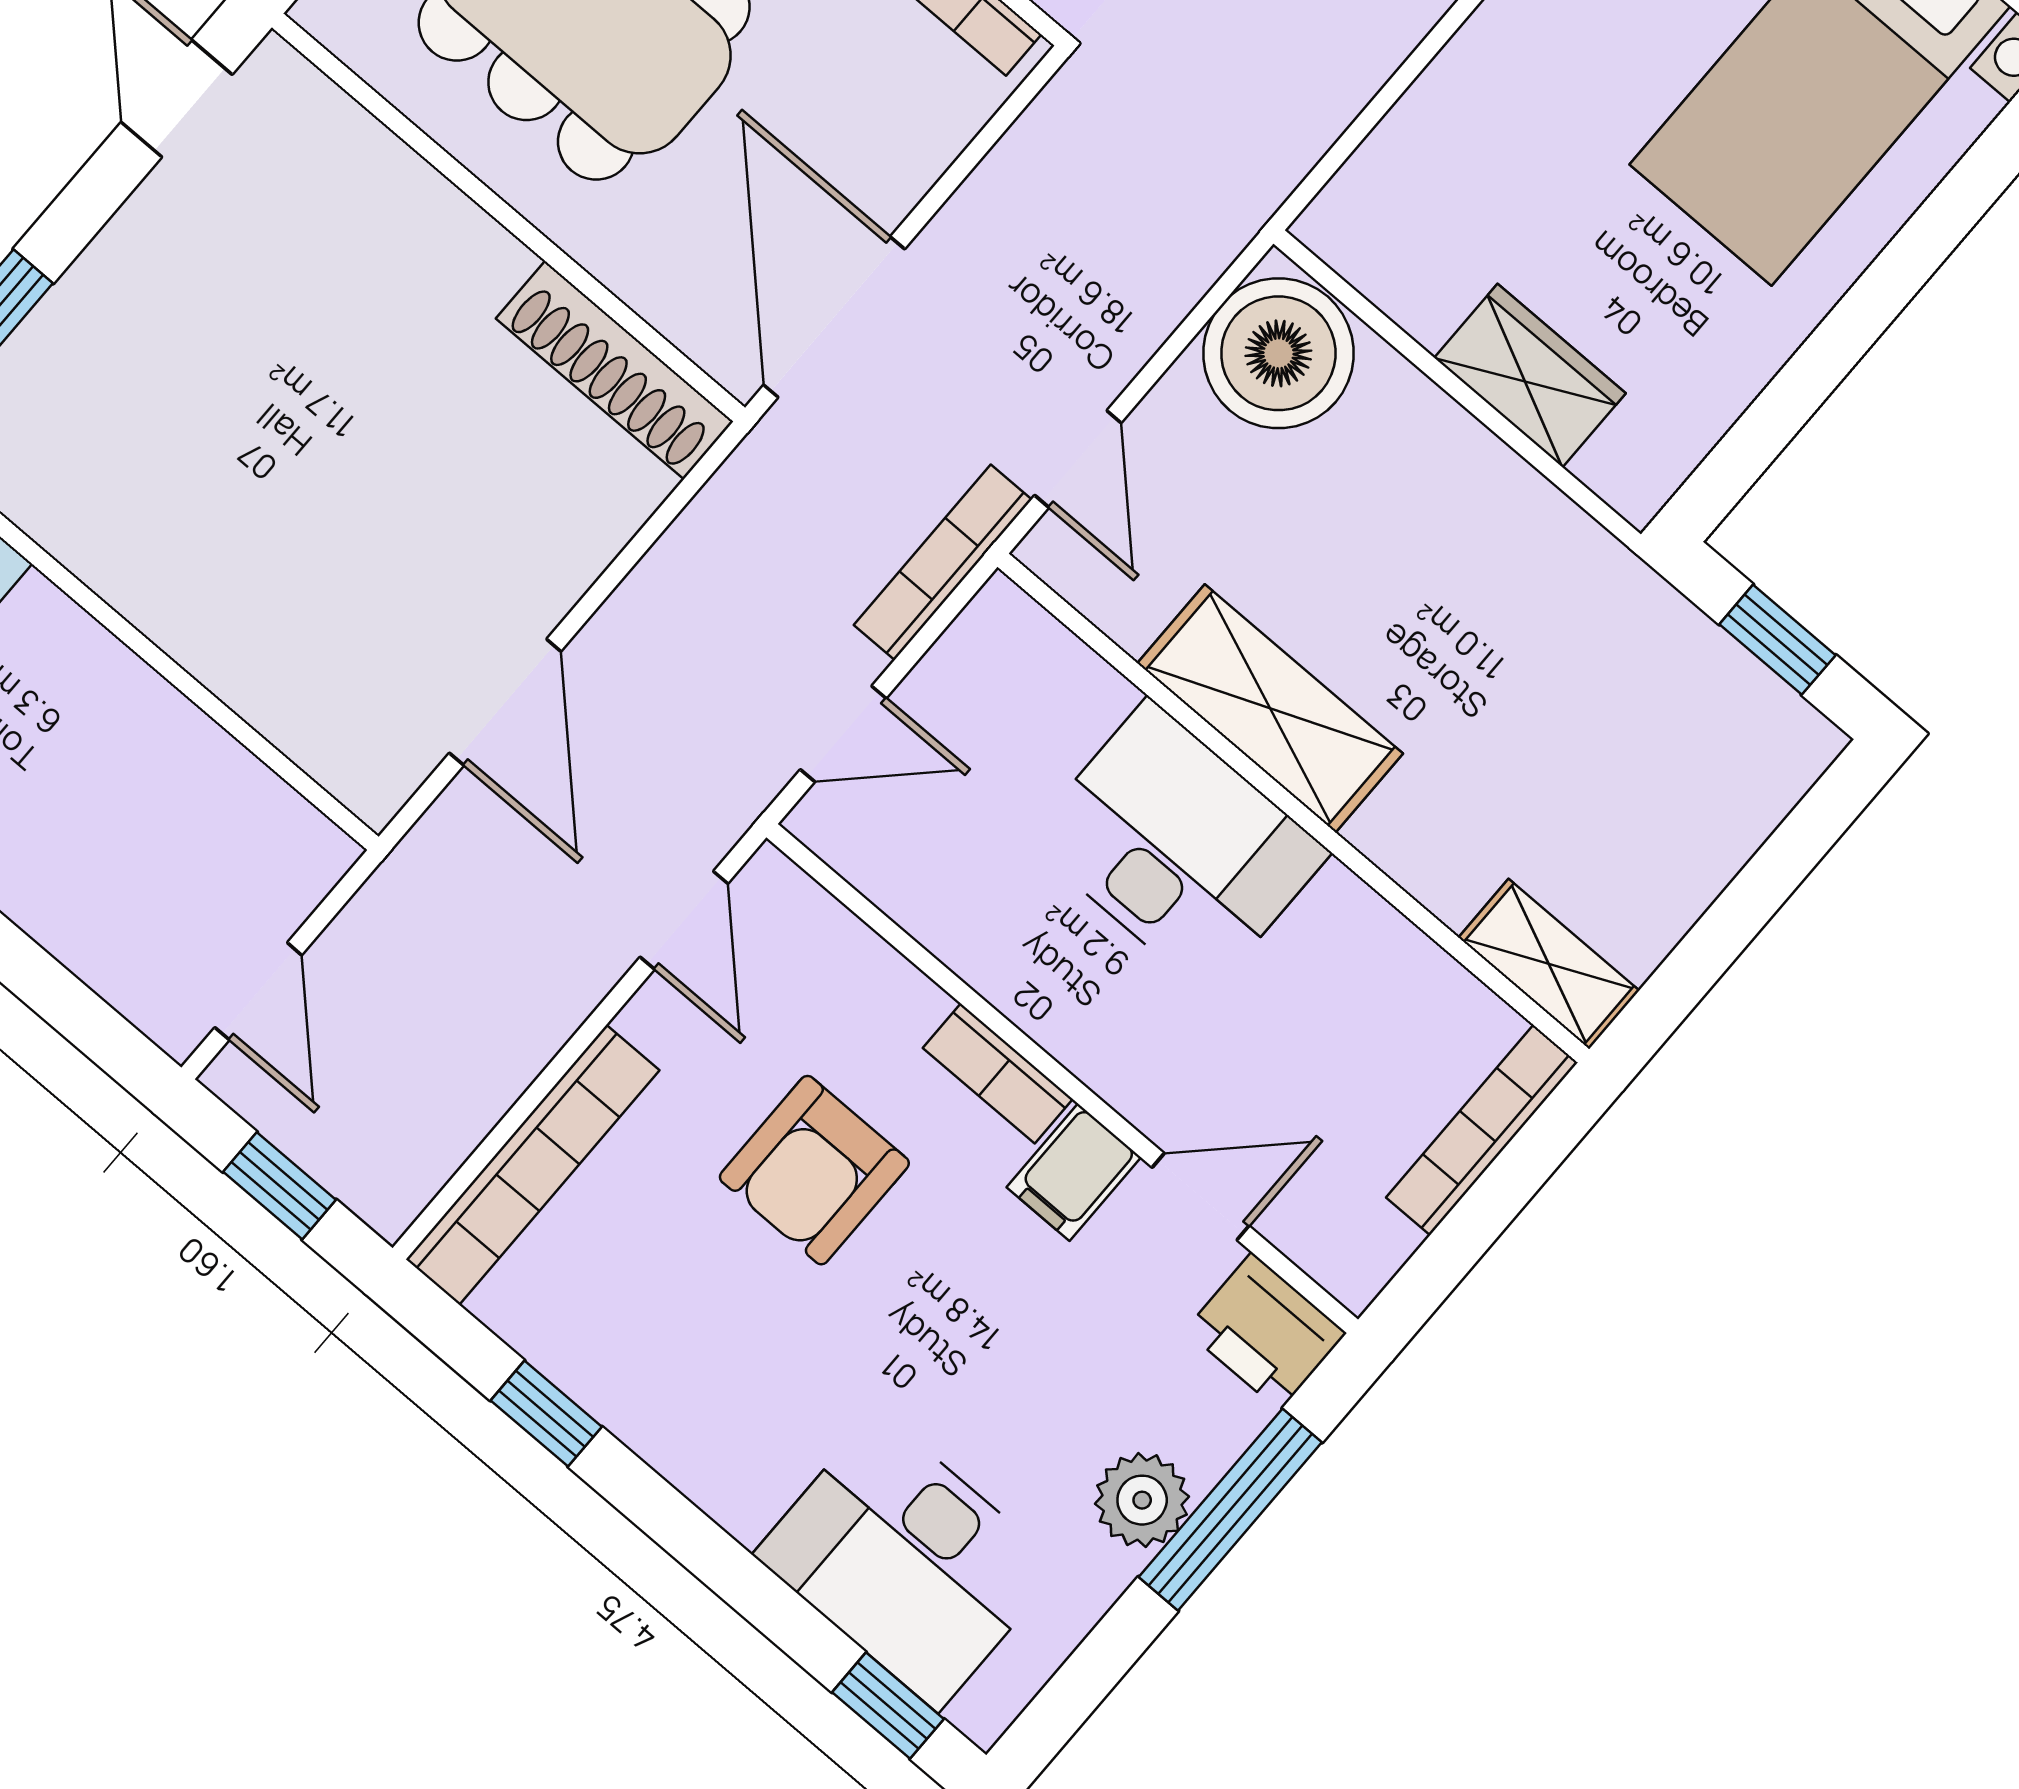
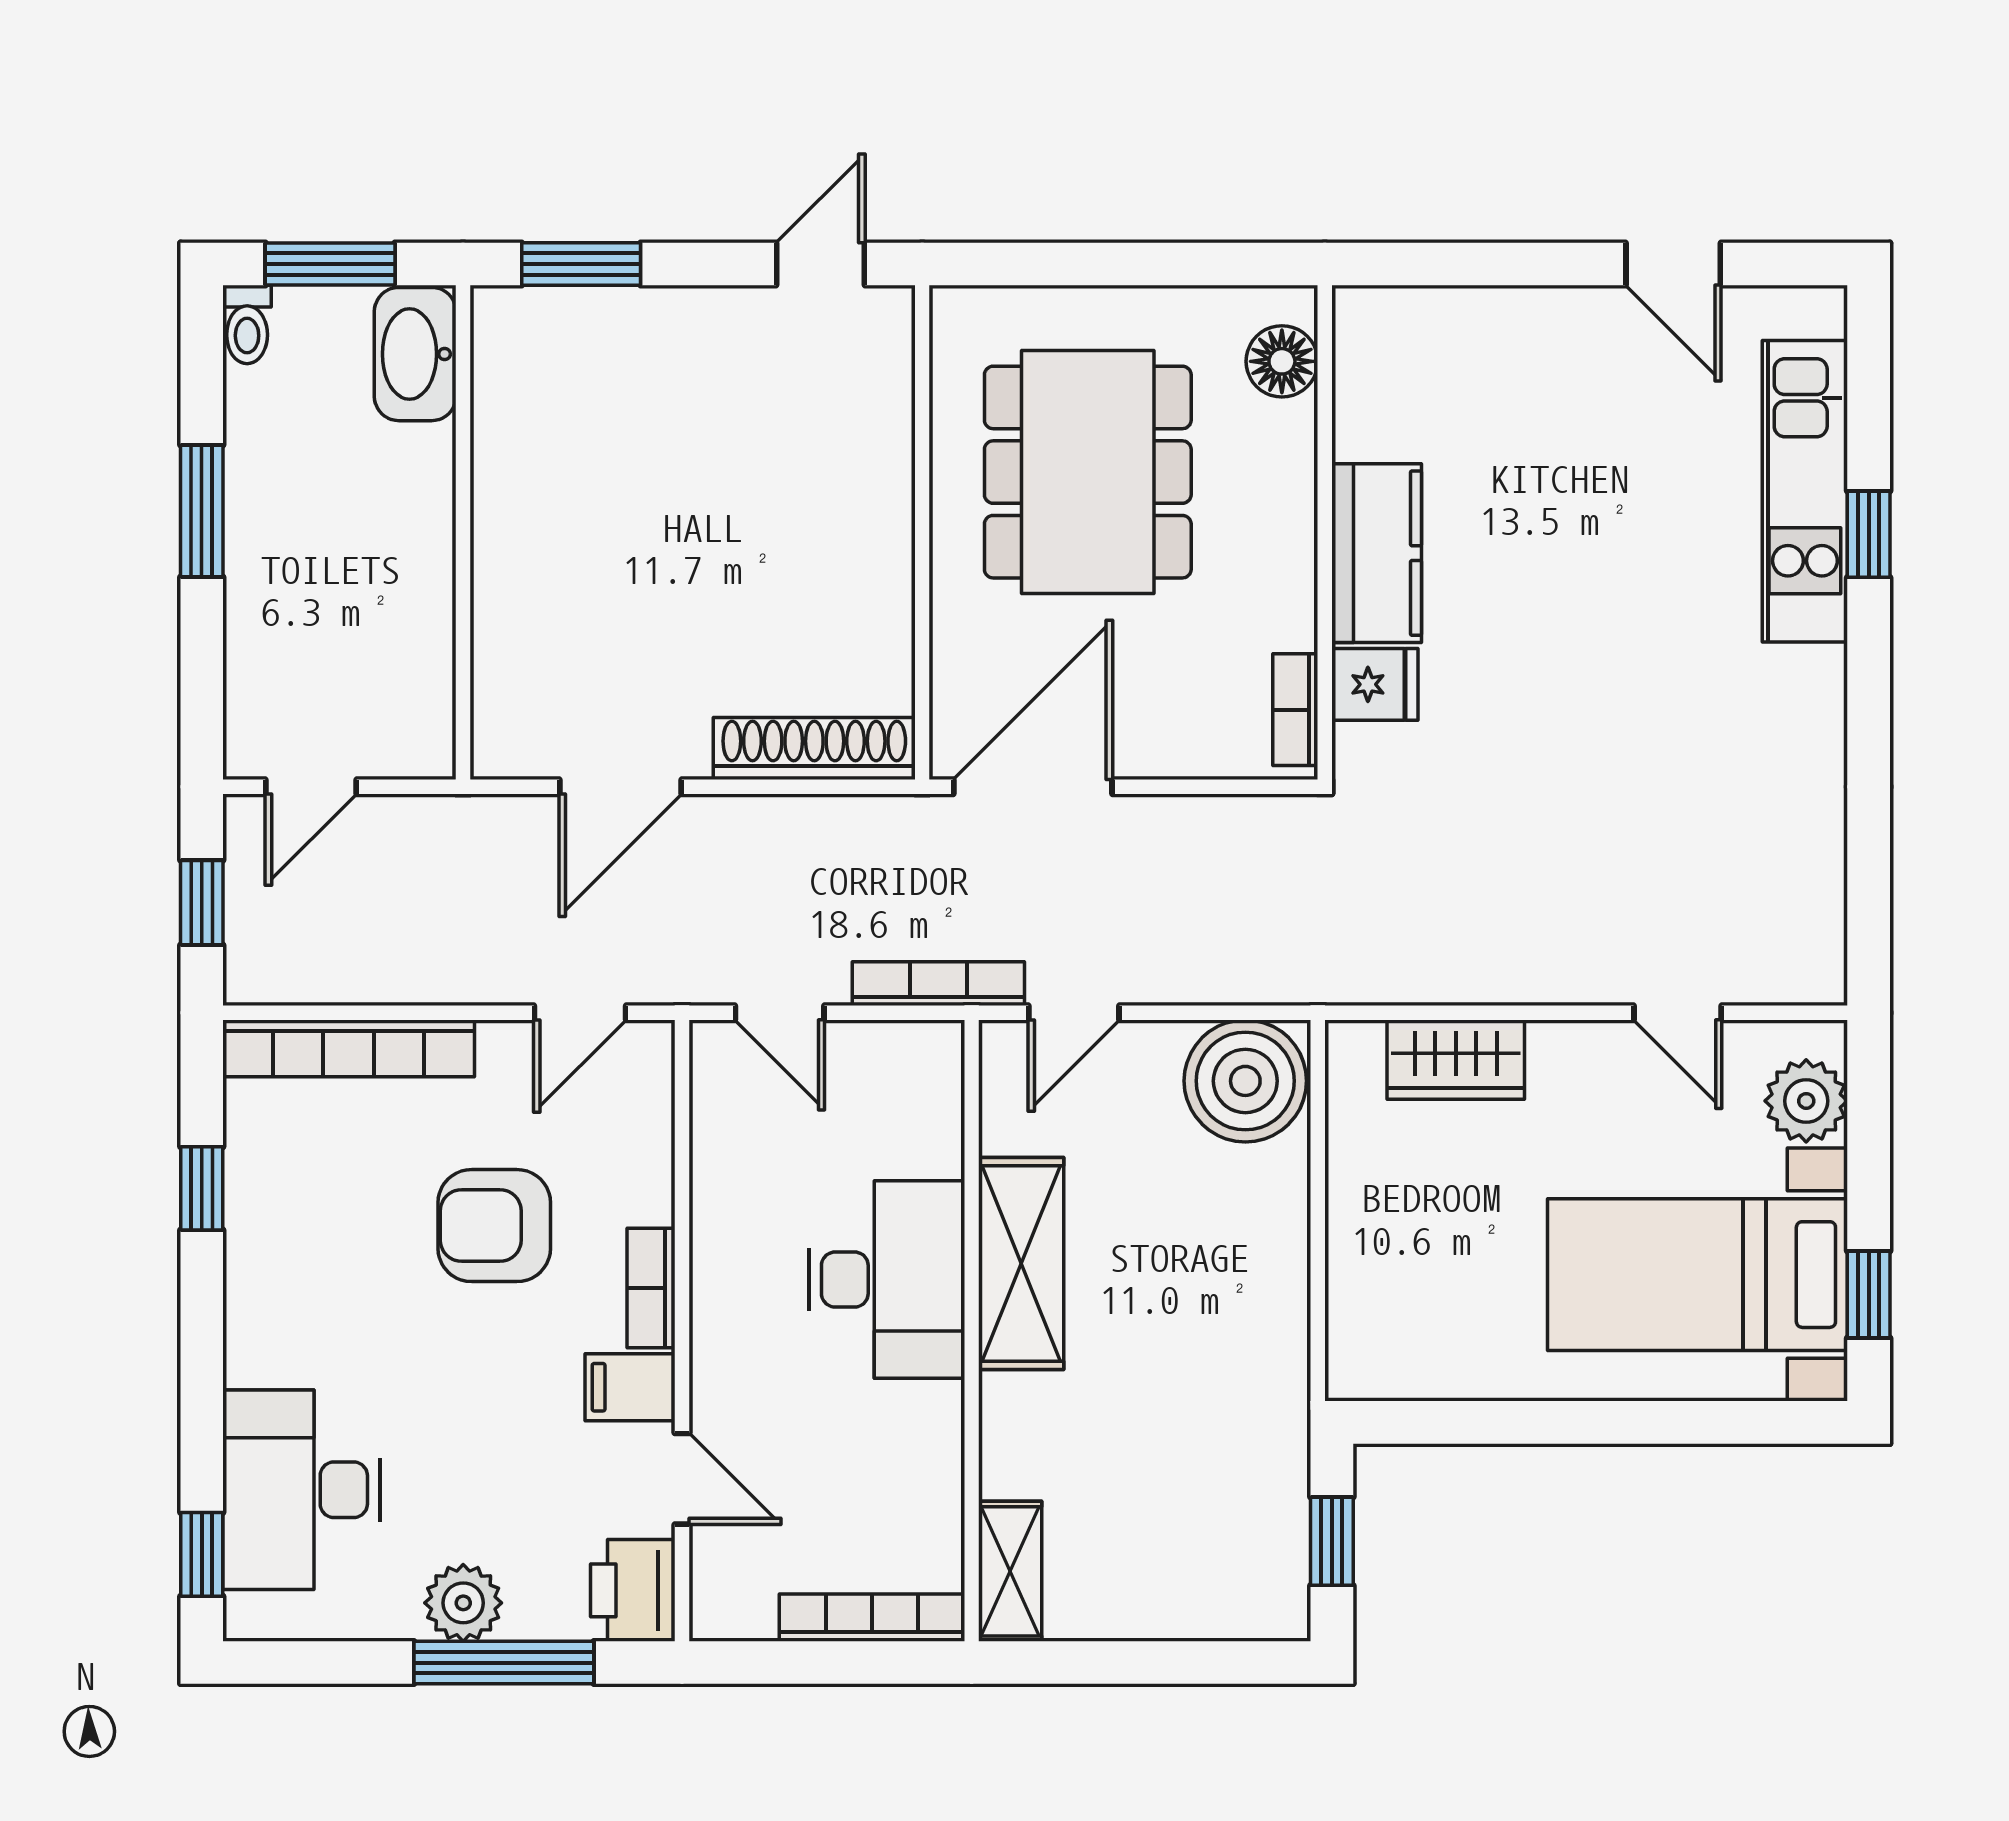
shoe rack: (615, 370) -> (814, 749), moved, turned 90
wardrobe: (1530, 375) -> (1456, 1060), moved, turned 90

